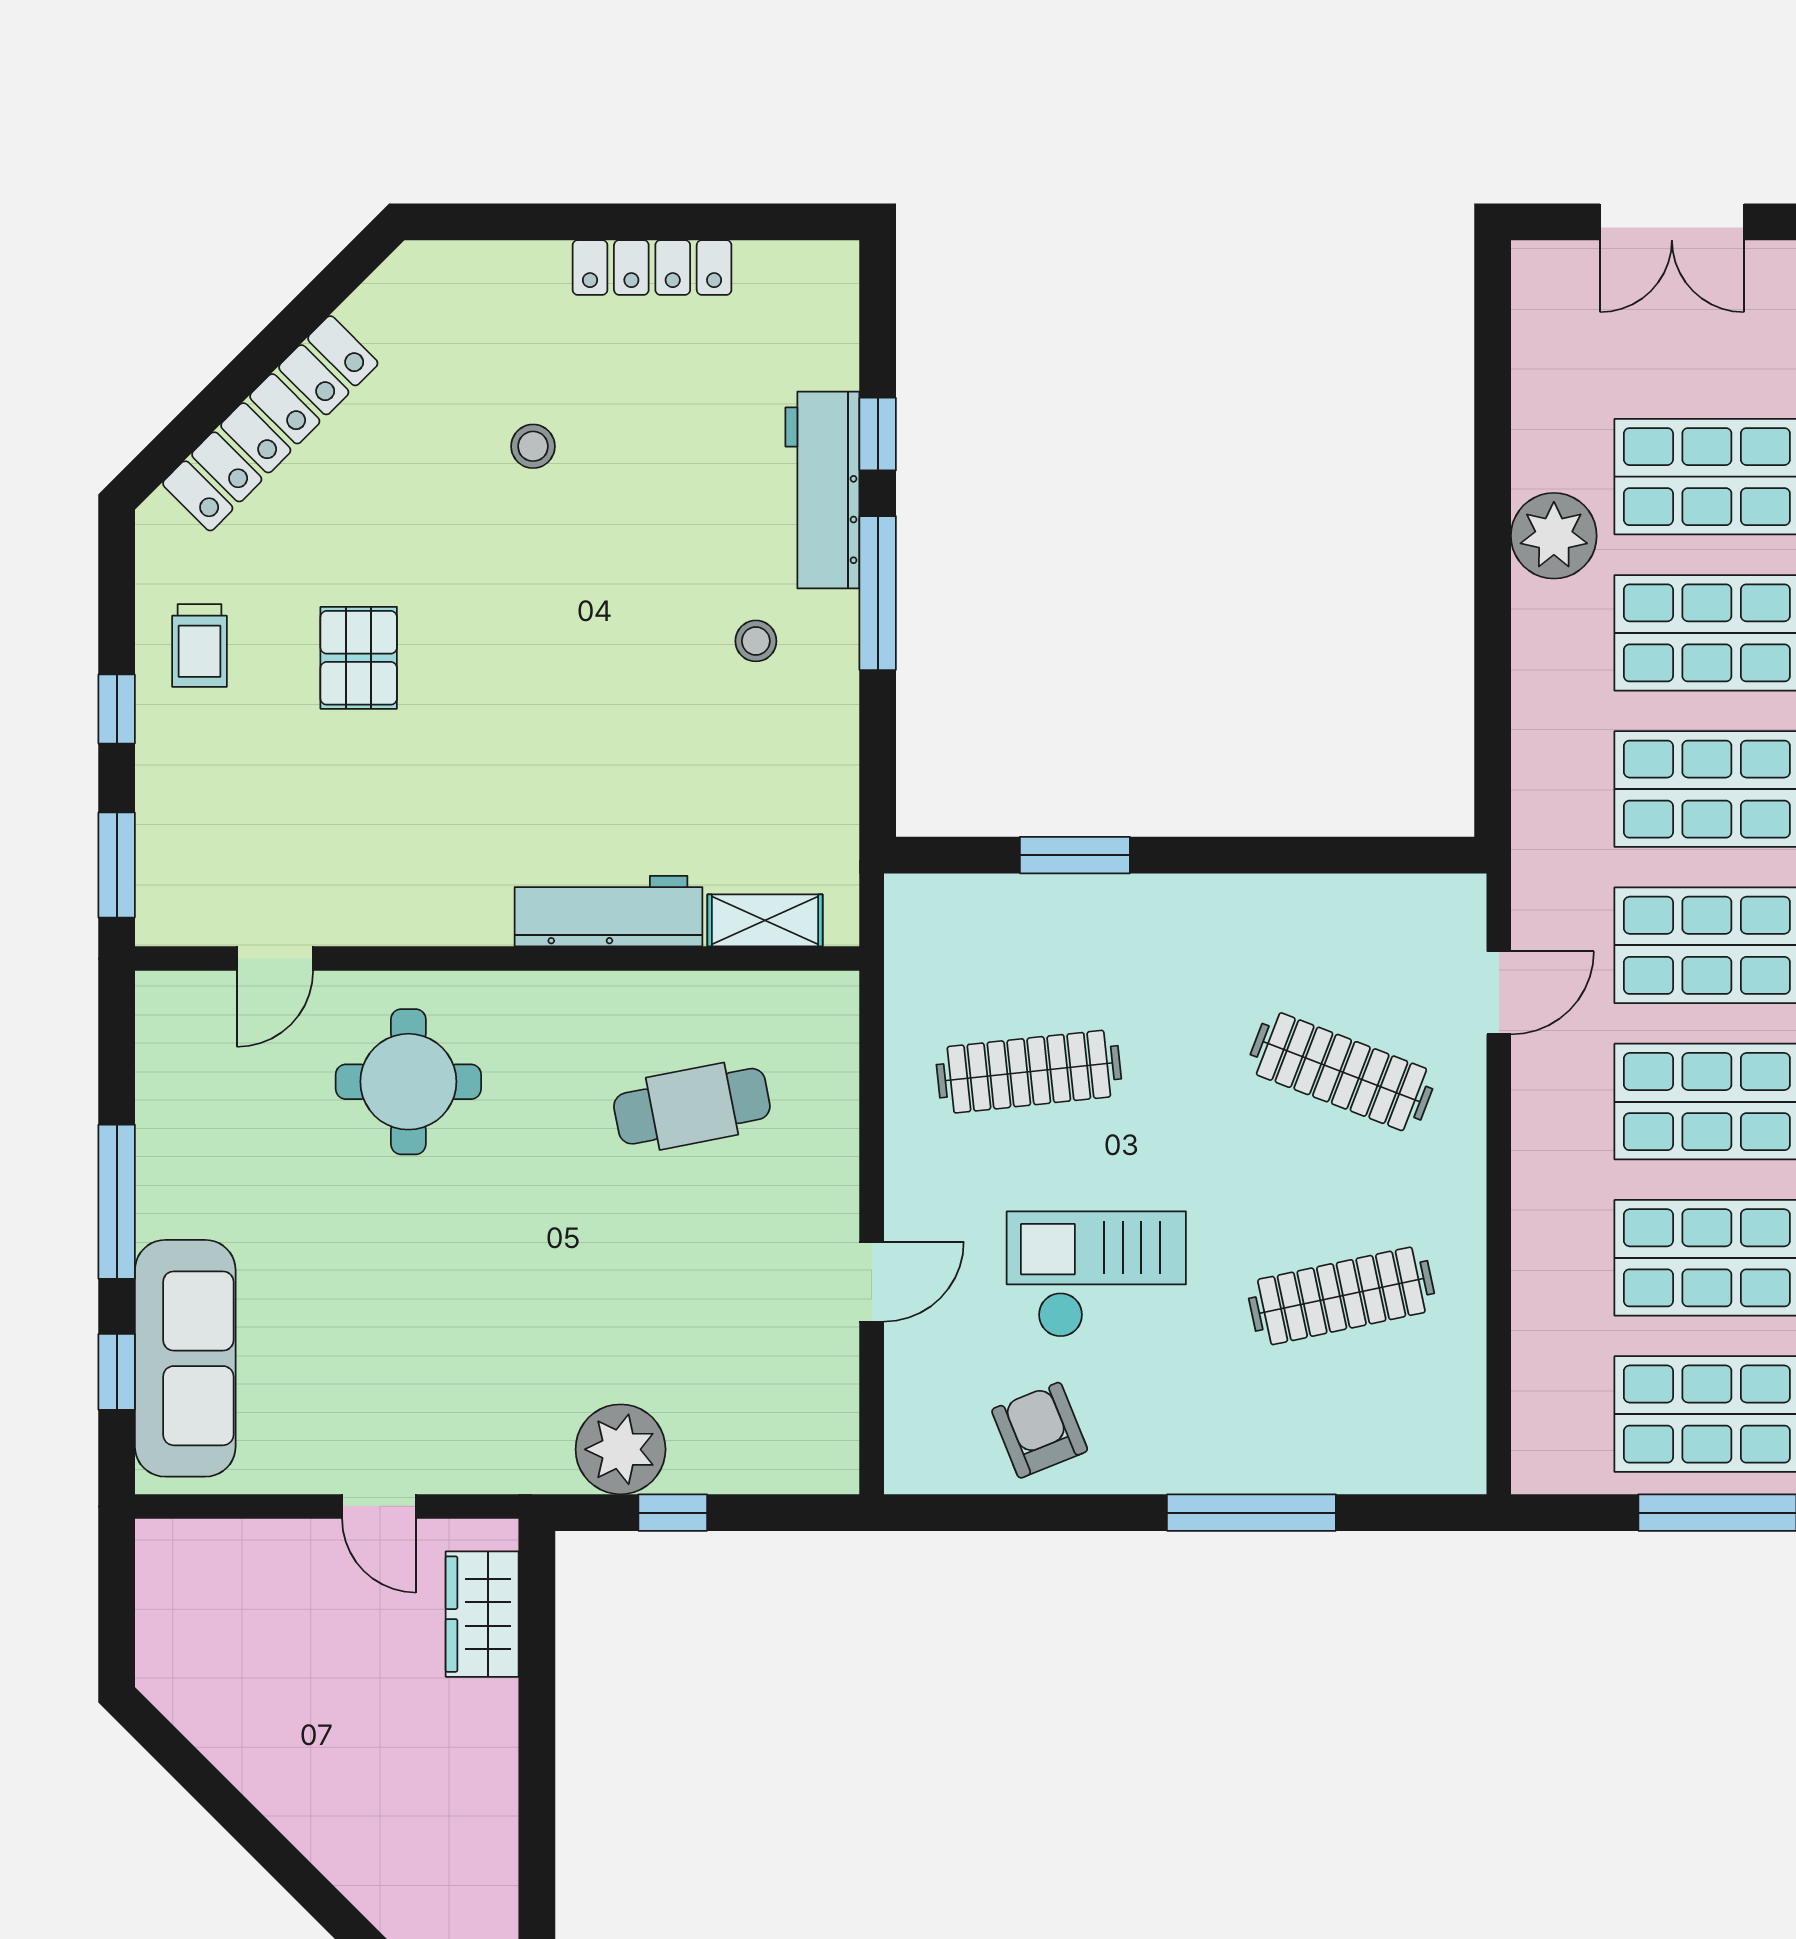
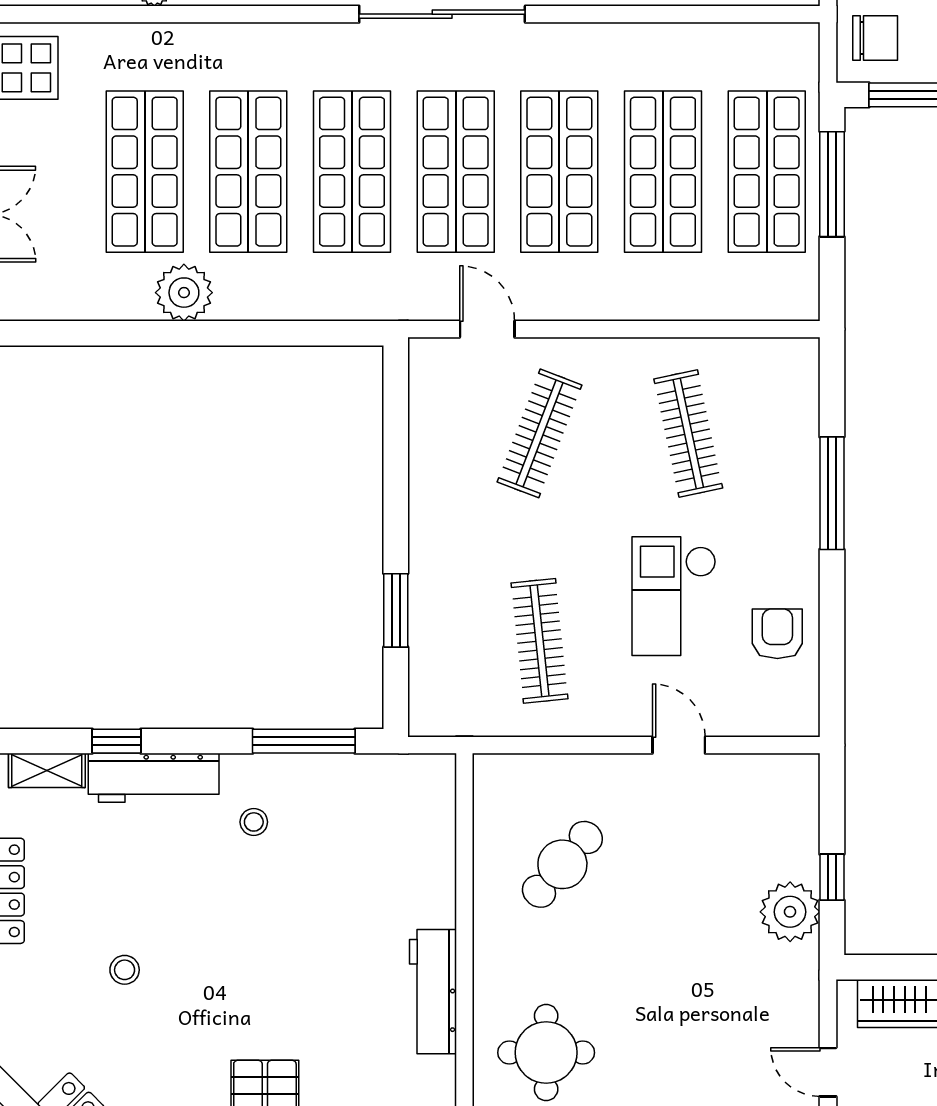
window: (878, 593) -> (304, 741), moved
workbench: (609, 911) -> (433, 992), moved
shelving: (765, 920) -> (47, 770), moved, turned 90
cafe table: (692, 1106) -> (562, 864), turned 52
armchair: (1040, 1430) -> (777, 634), turned 112
door: (379, 1506) -> (828, 1072), swing flipped

